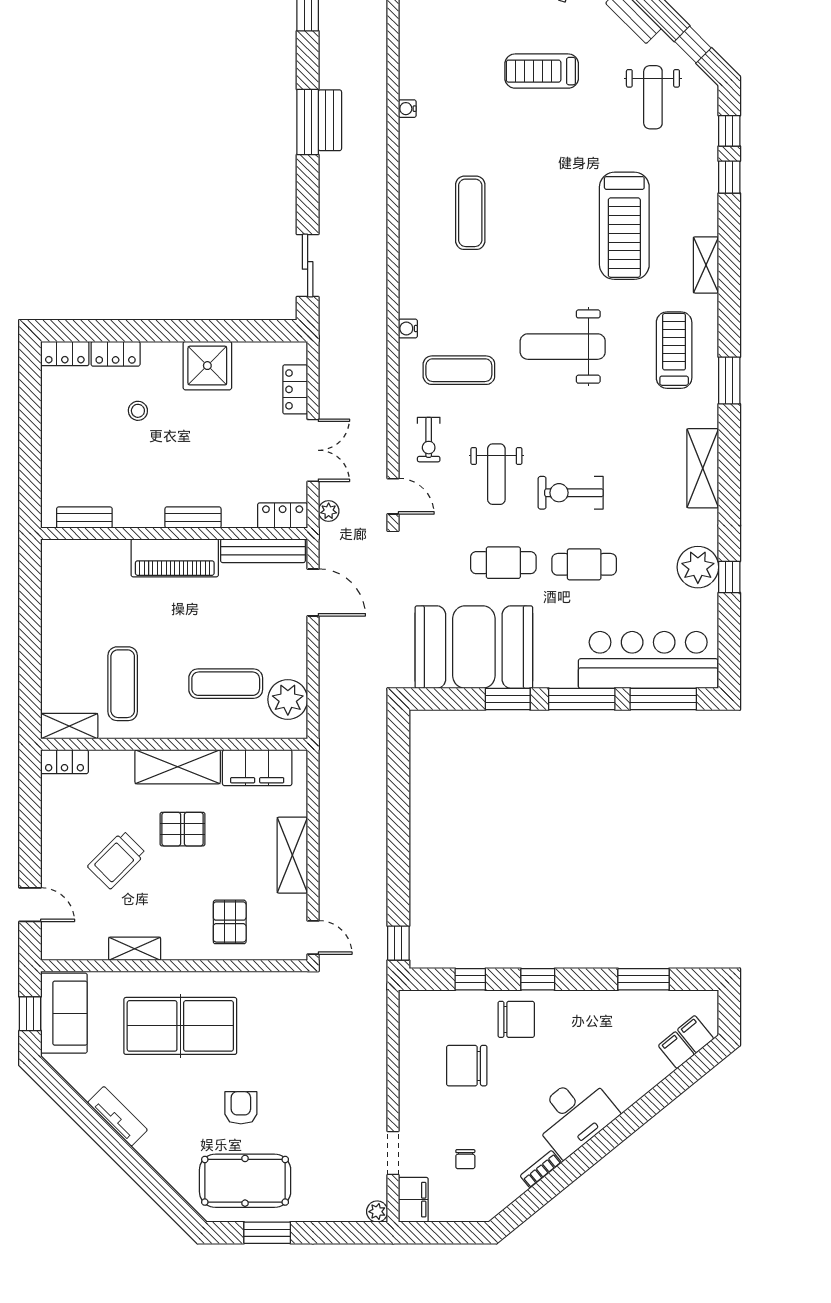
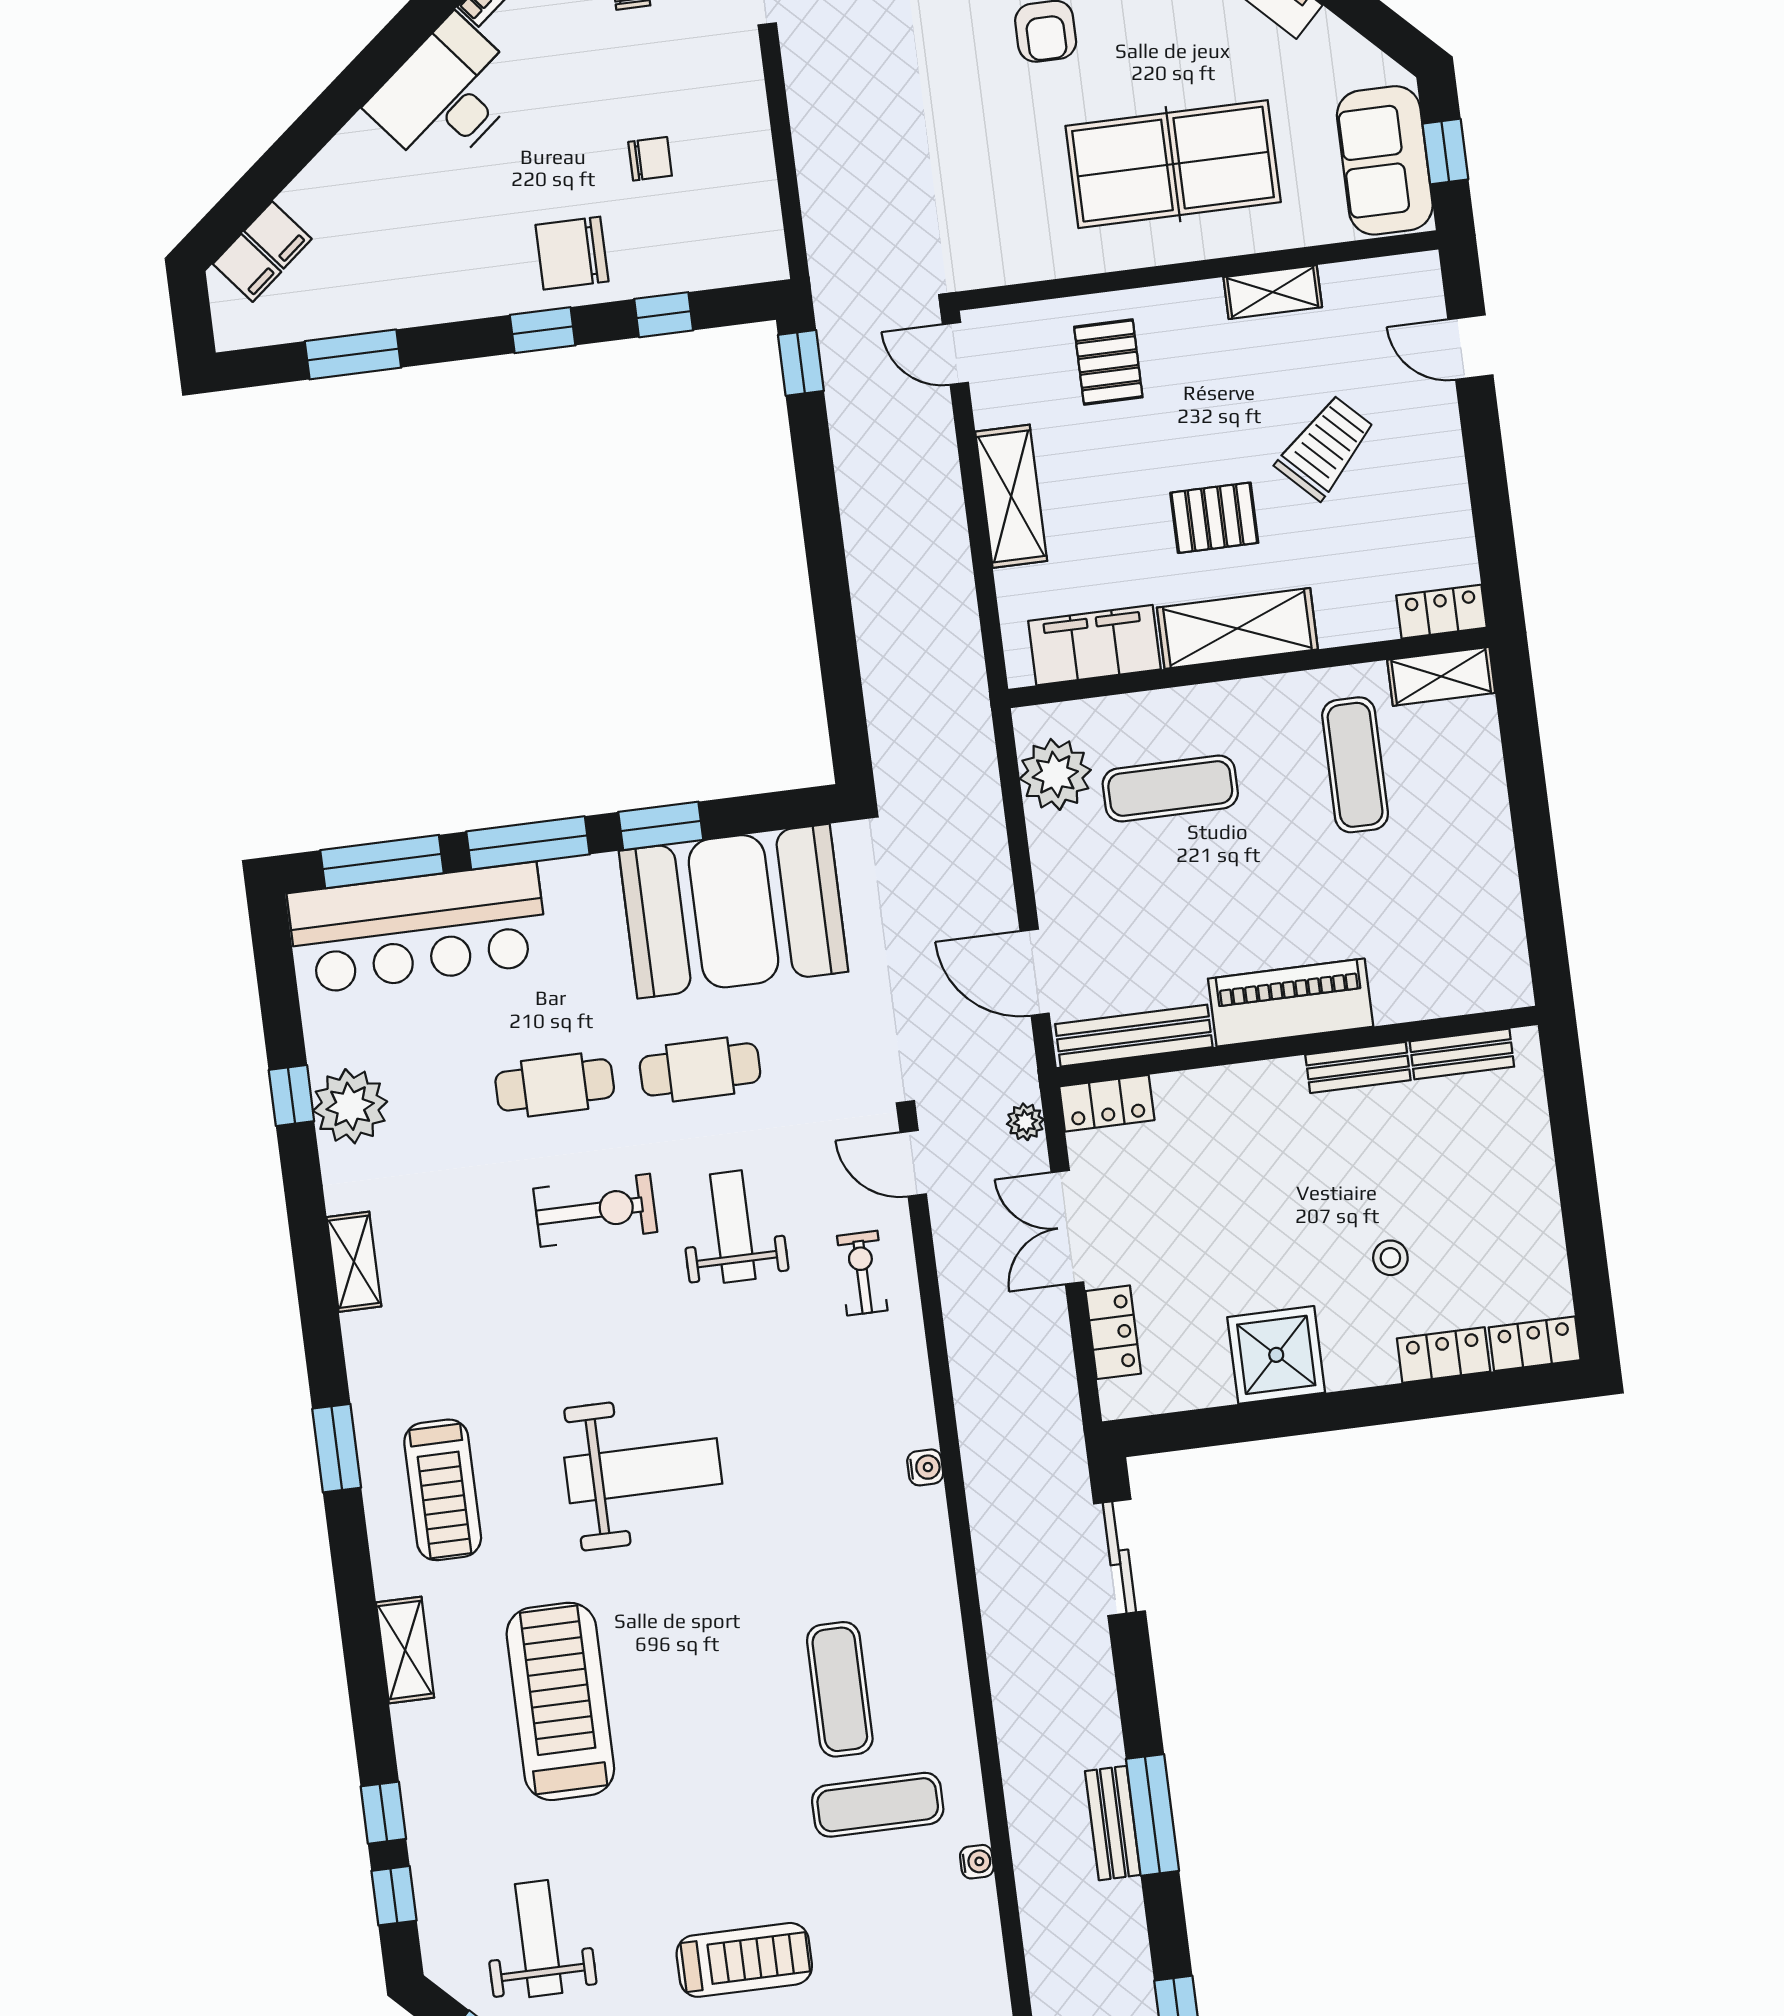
exercise mat: (459, 370) -> (878, 1805), moved
shelving: (703, 468) -> (354, 1262), width x0.67, depth x0.75
bench: (193, 517) -> (1358, 1067), moved
chair: (467, 1066) -> (650, 159), width x0.54, depth x0.54

